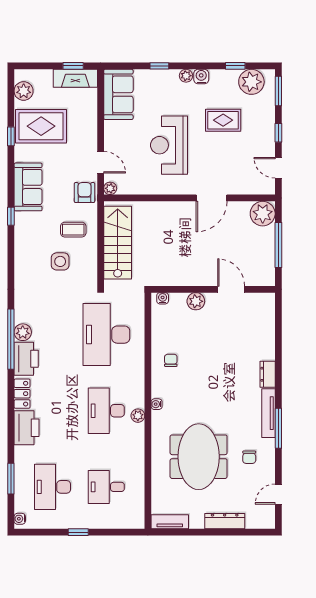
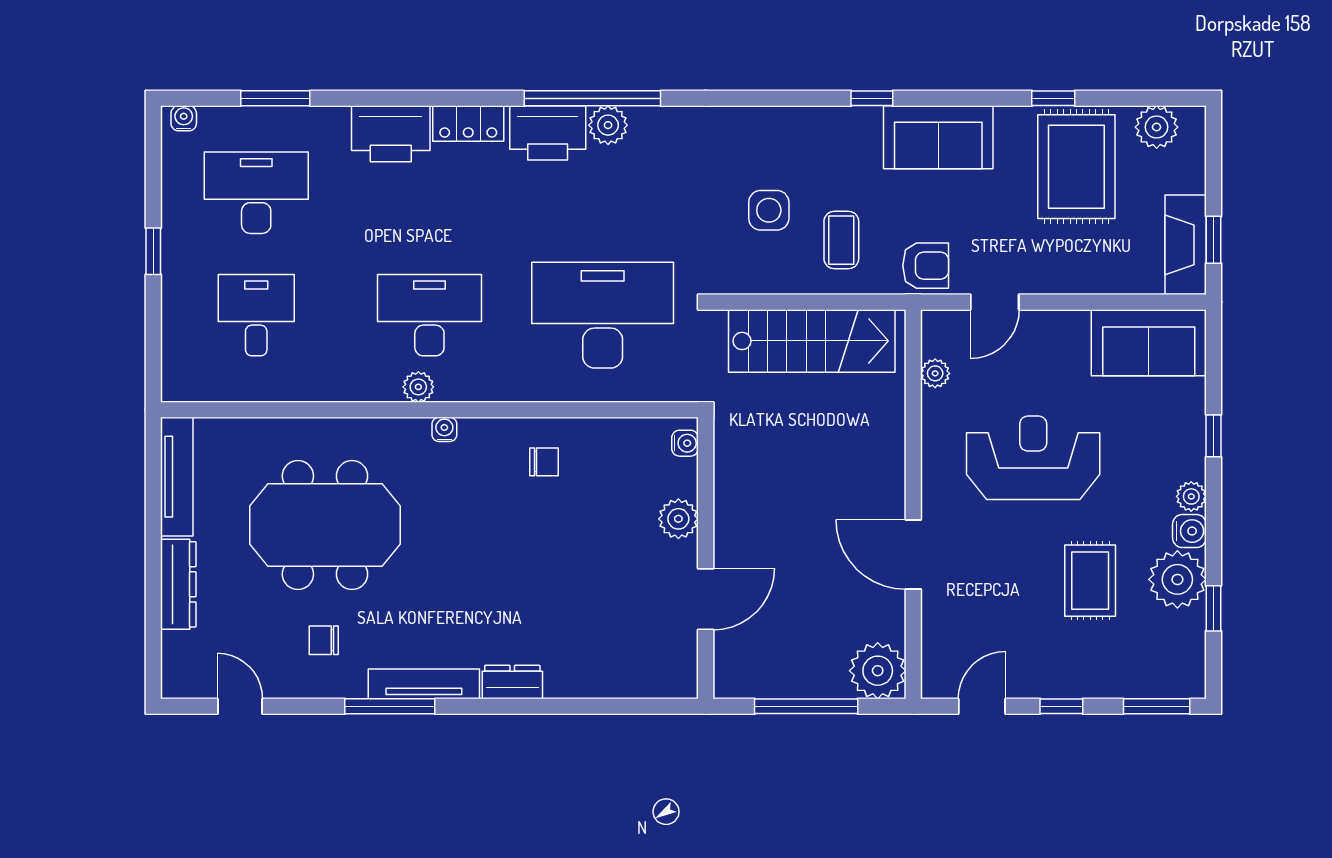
plant: (251, 82) -> (1177, 579), moved
plant: (110, 188) -> (935, 373), moved
tv unit: (170, 522) -> (177, 477), width x1.41

